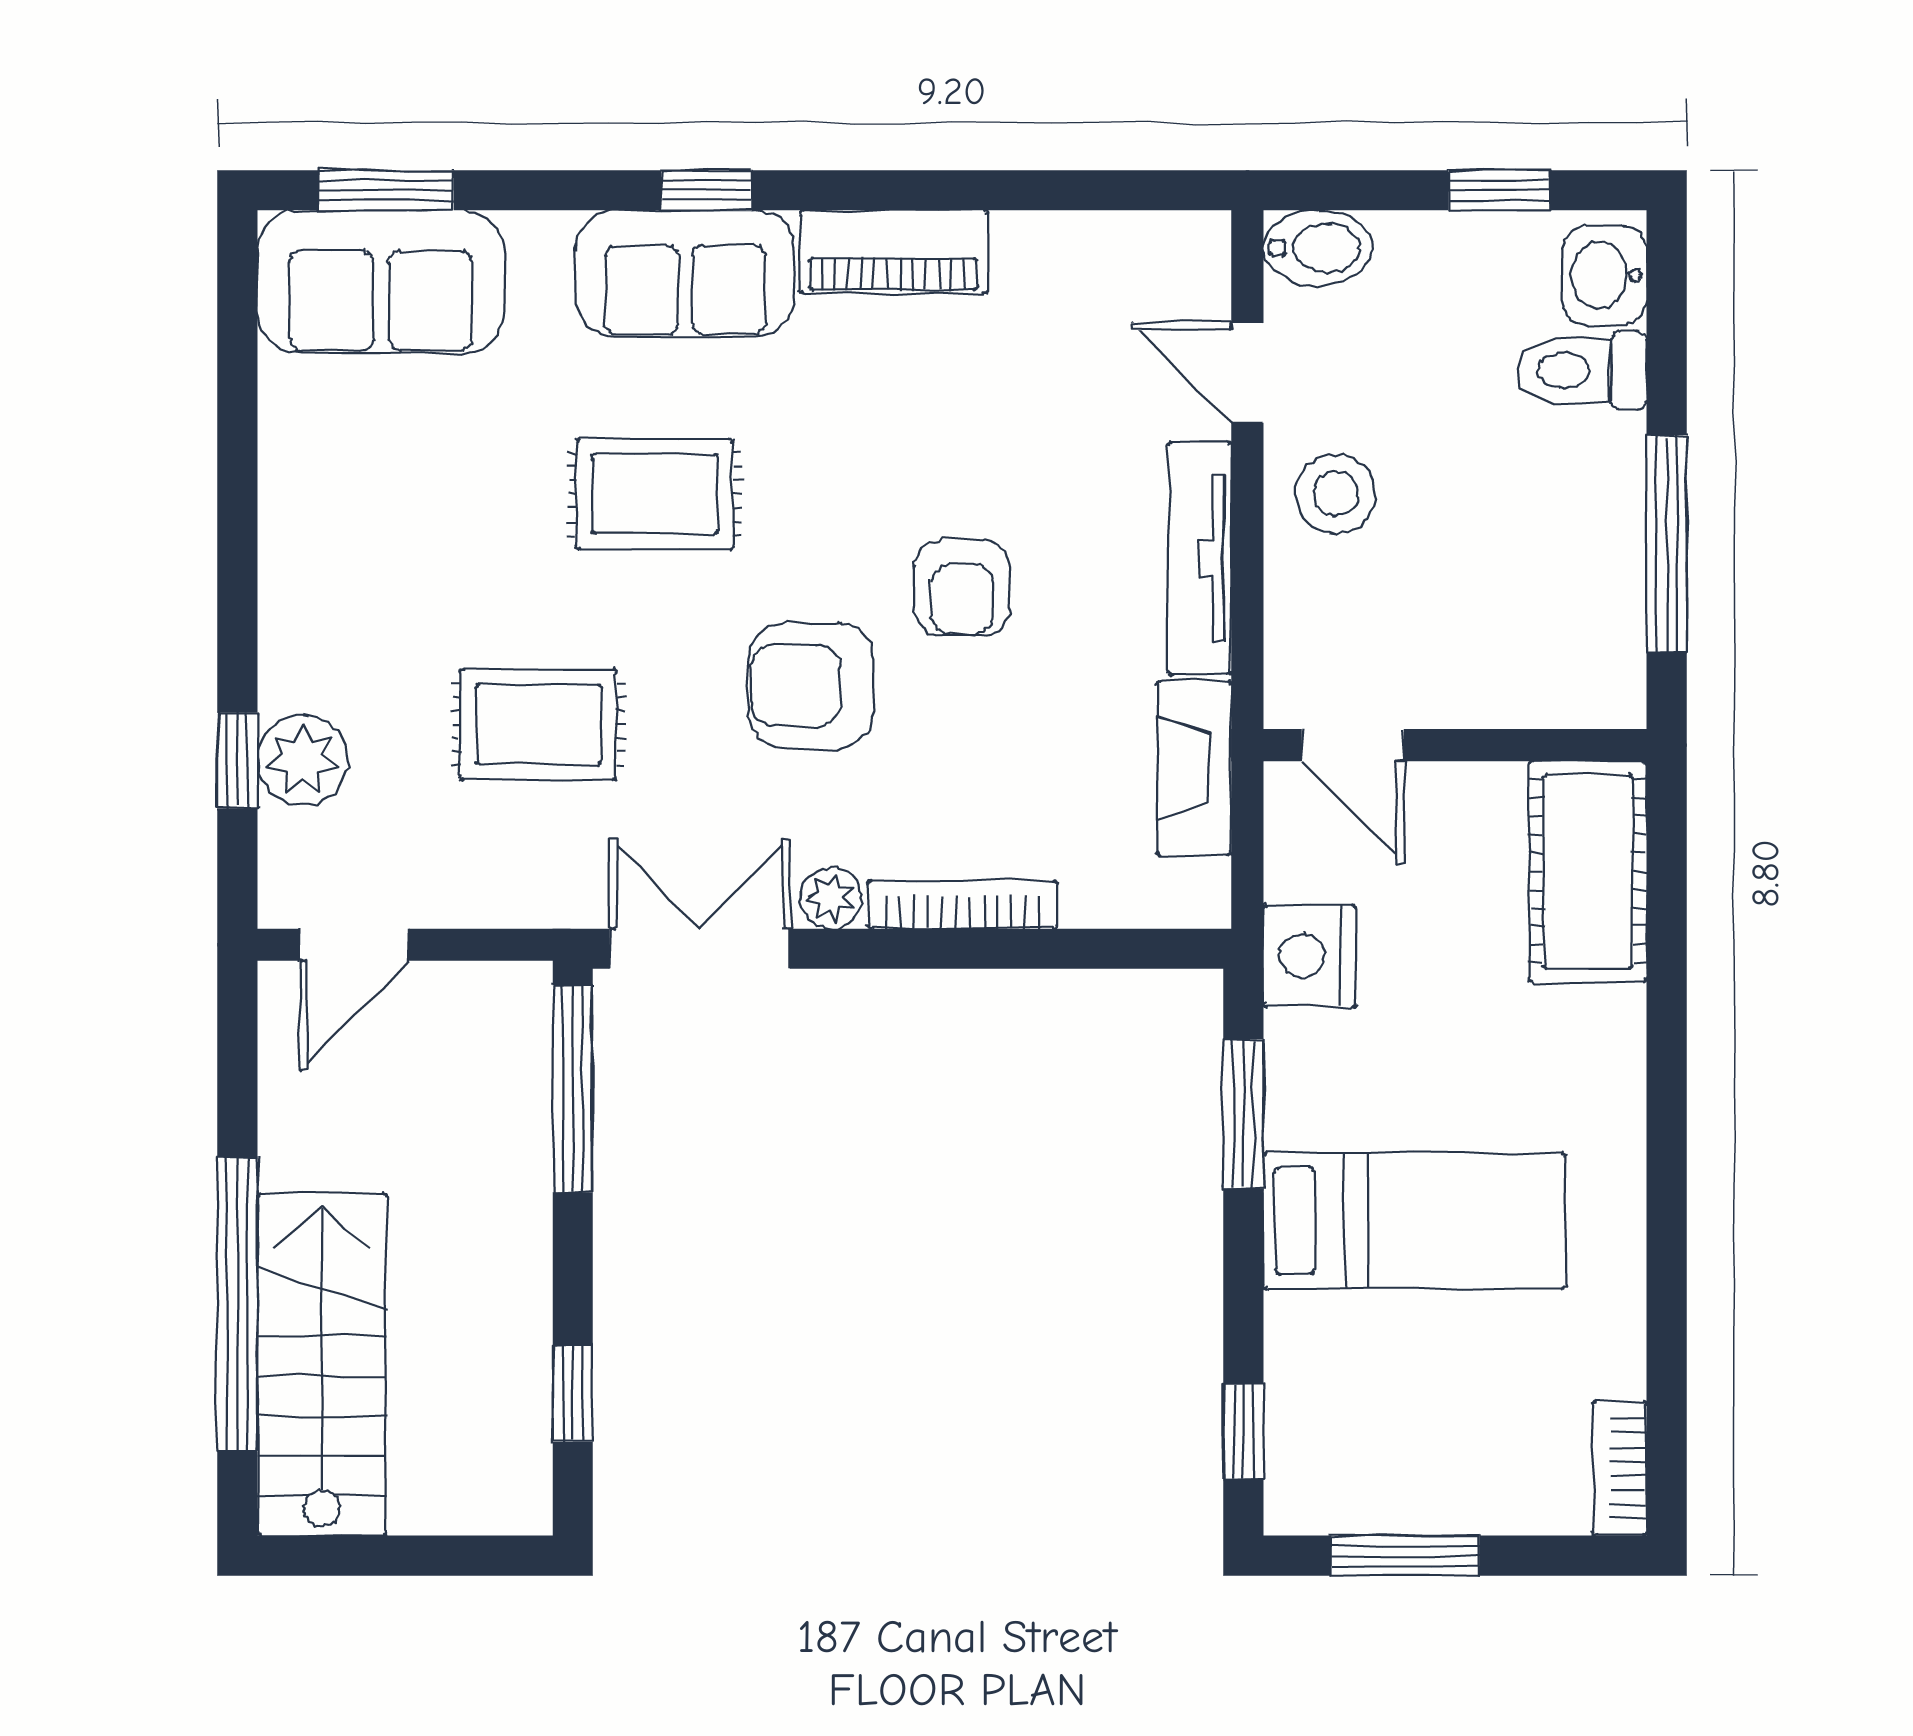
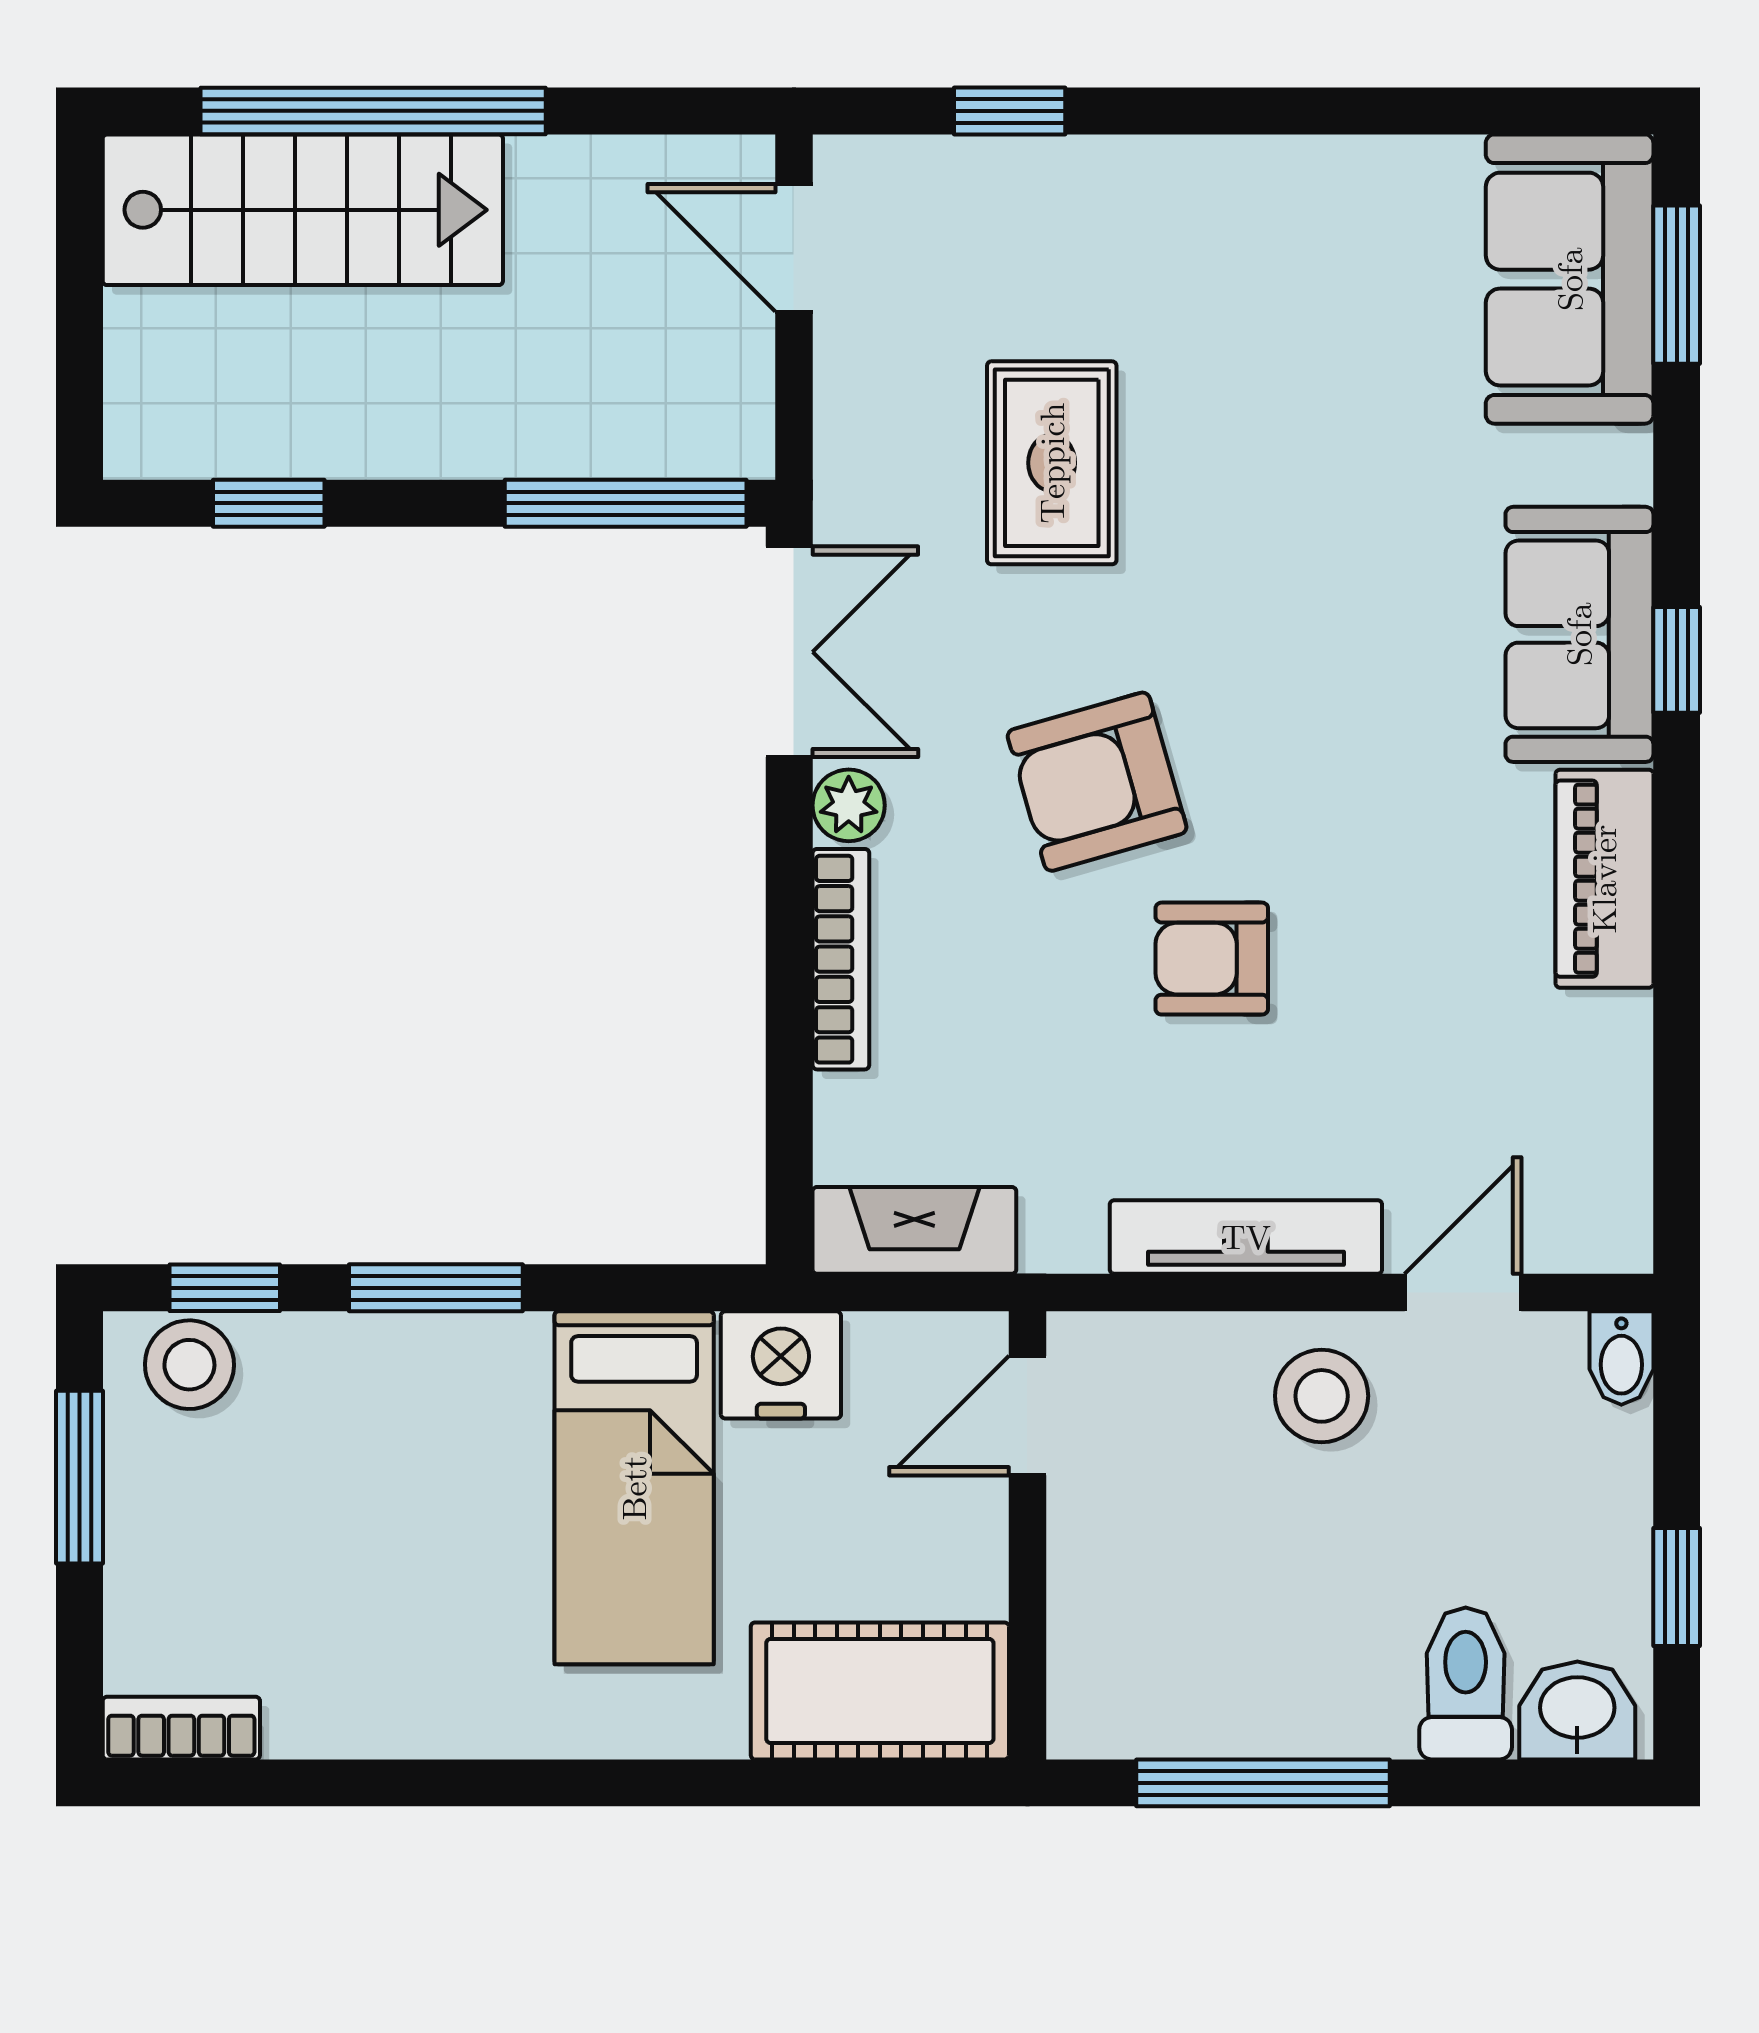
bidet: (1318, 248) -> (1621, 1358), width x0.72, depth x0.74
rug: (655, 494) -> (1321, 599), removed
armchair: (811, 686) -> (1097, 782), turned -106
plant: (303, 760) -> (1010, 187), removed
fireplace: (1194, 768) -> (914, 1230), moved
window: (1243, 1114) -> (436, 1288), moved
bed: (1414, 1221) -> (634, 1488), moved
stool: (1309, 1462) -> (189, 1365), added

